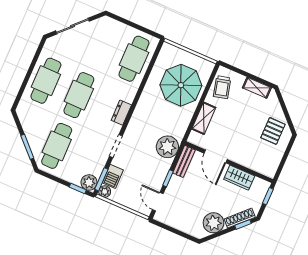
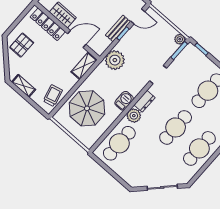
shelving: (204, 118) -> (84, 66), moved
door: (216, 156) -> (77, 39), hinge flipped
bench: (184, 161) -> (118, 28), moved
locker: (252, 162) -> (48, 24), added
barbecue: (113, 176) -> (124, 101), moved
plant: (89, 182) -> (134, 116), moved
door: (158, 202) -> (138, 16), hinge flipped

